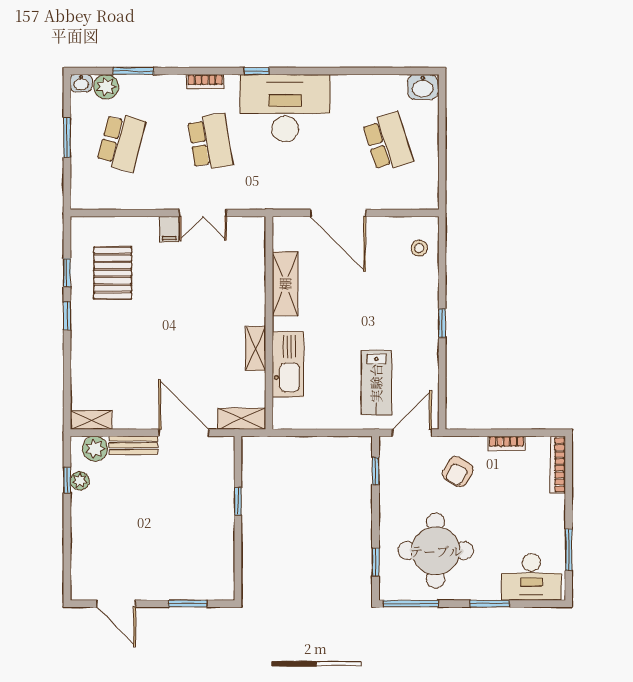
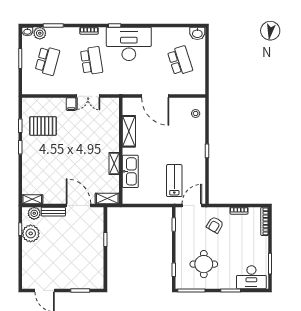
pallet: (113, 273) -> (43, 126), turned 90
lab bench: (376, 383) -> (174, 181), turned 180
plant: (80, 481) -> (31, 233), width x1.88, depth x1.88
round table: (436, 551) -> (204, 264), width x0.73, depth x0.73

